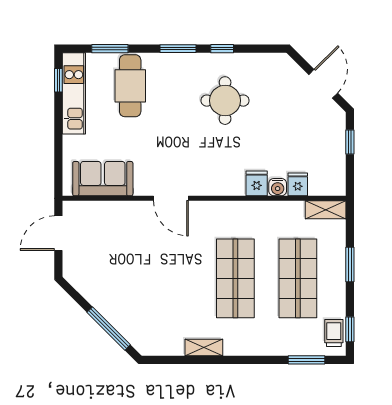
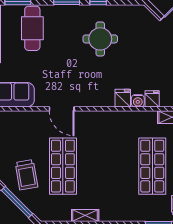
shop shelf: (235, 278) -> (63, 166), moved
trolley: (122, 291) -> (26, 175), added

